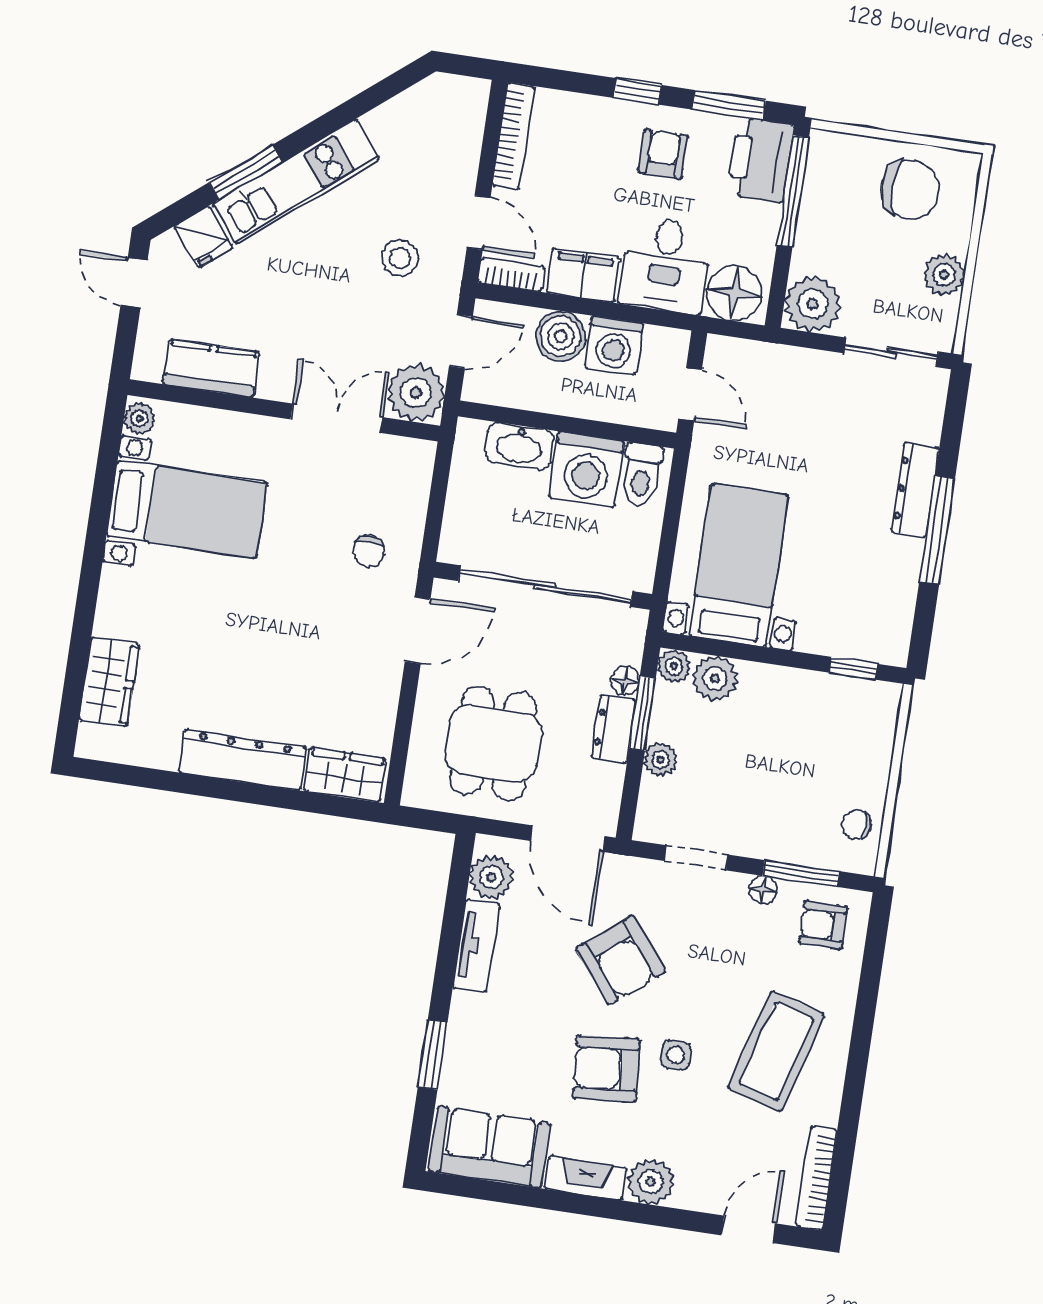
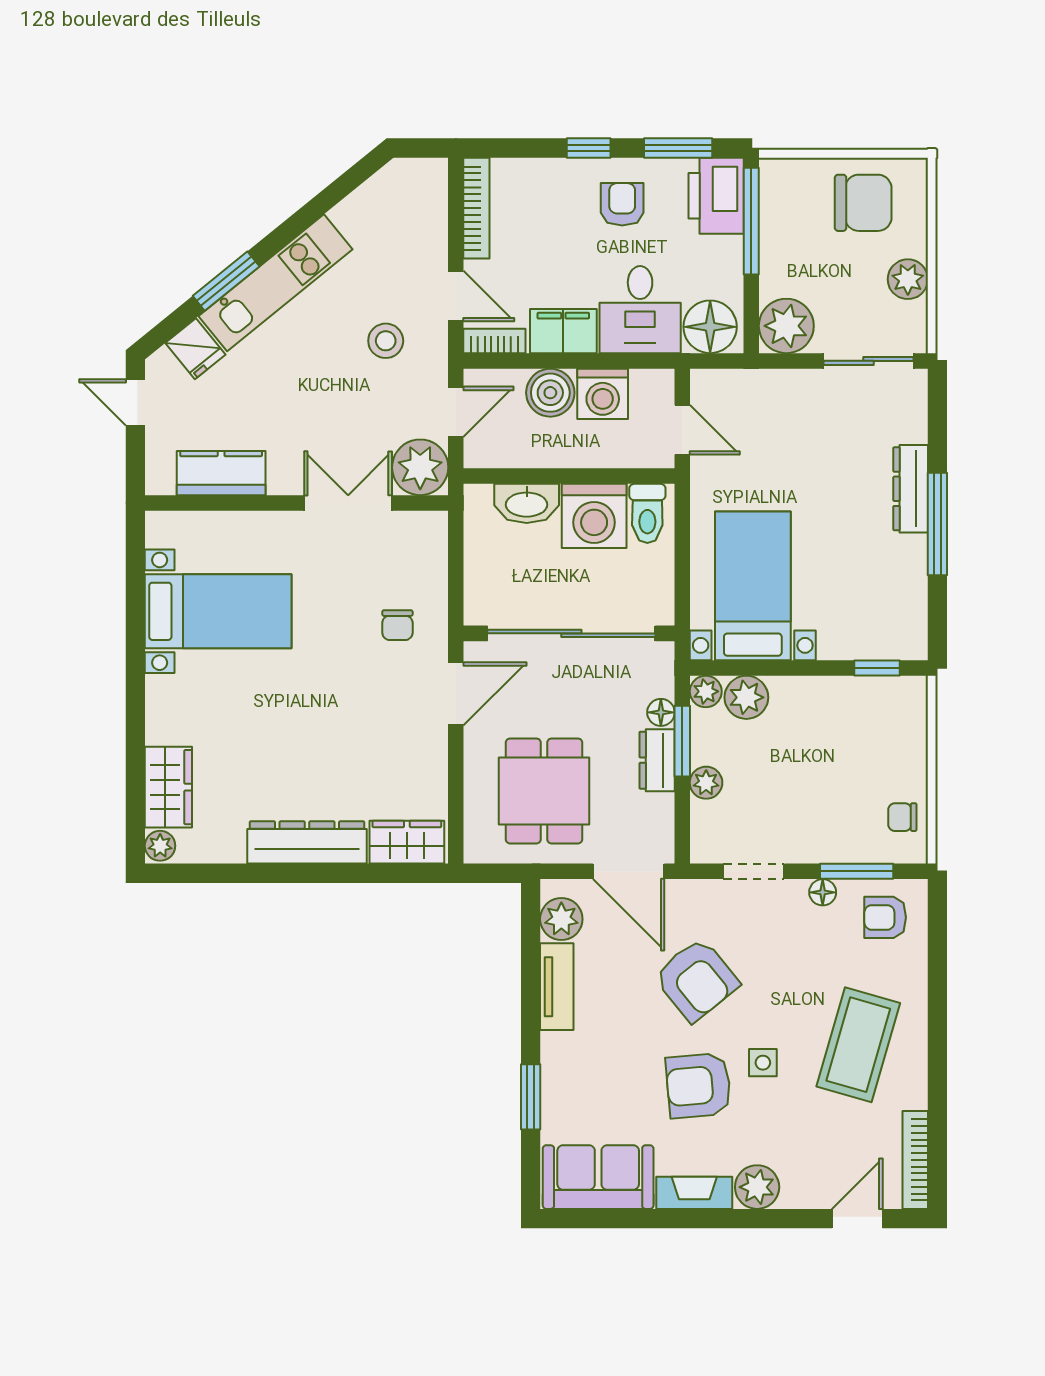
plant: (140, 418) -> (160, 846), moved

